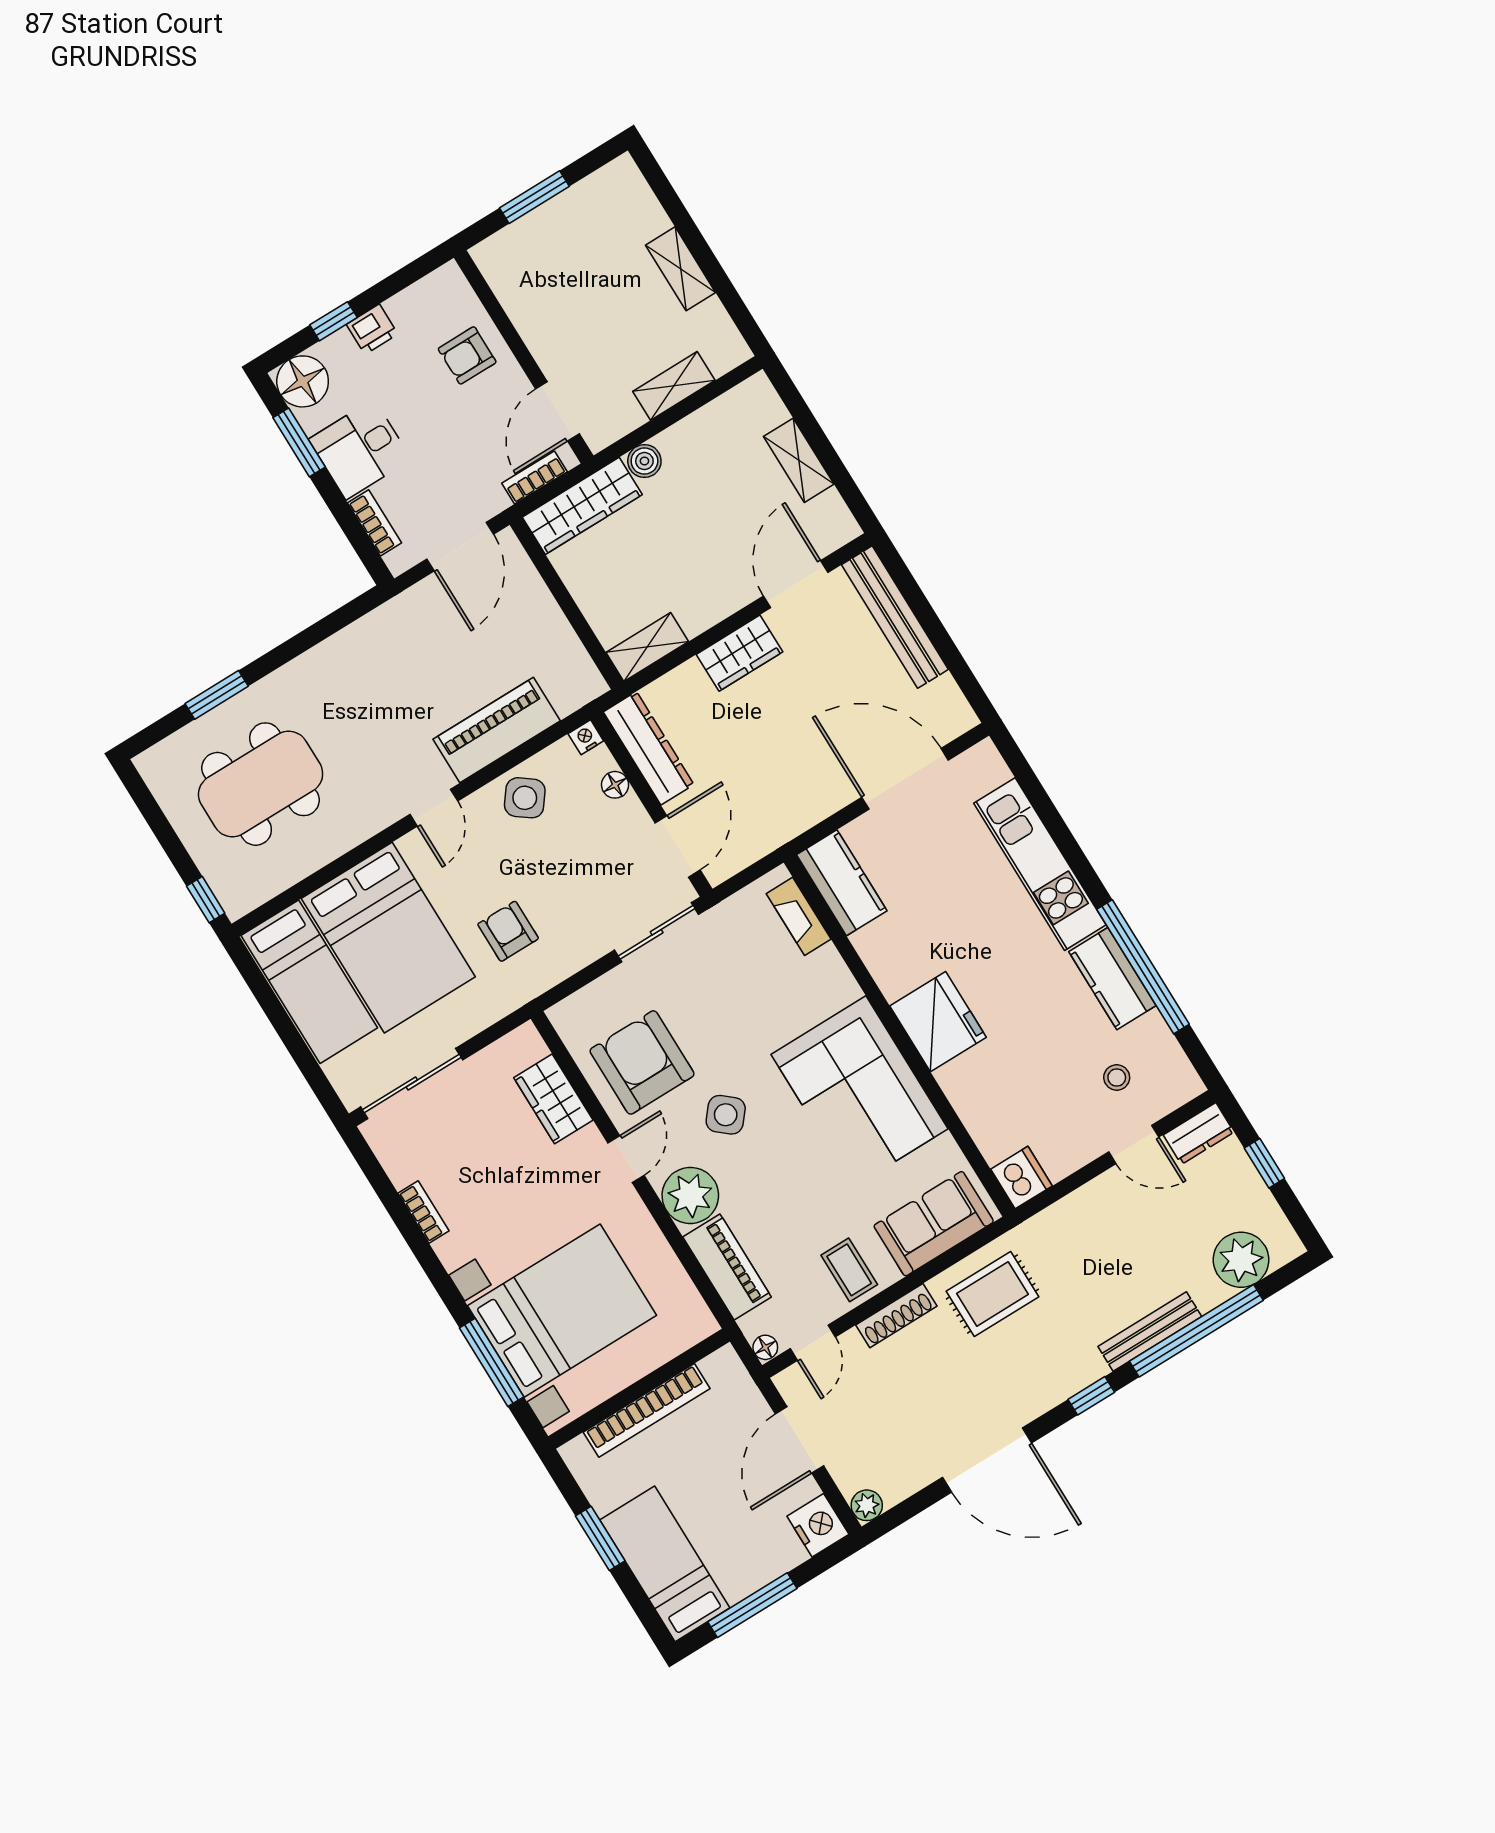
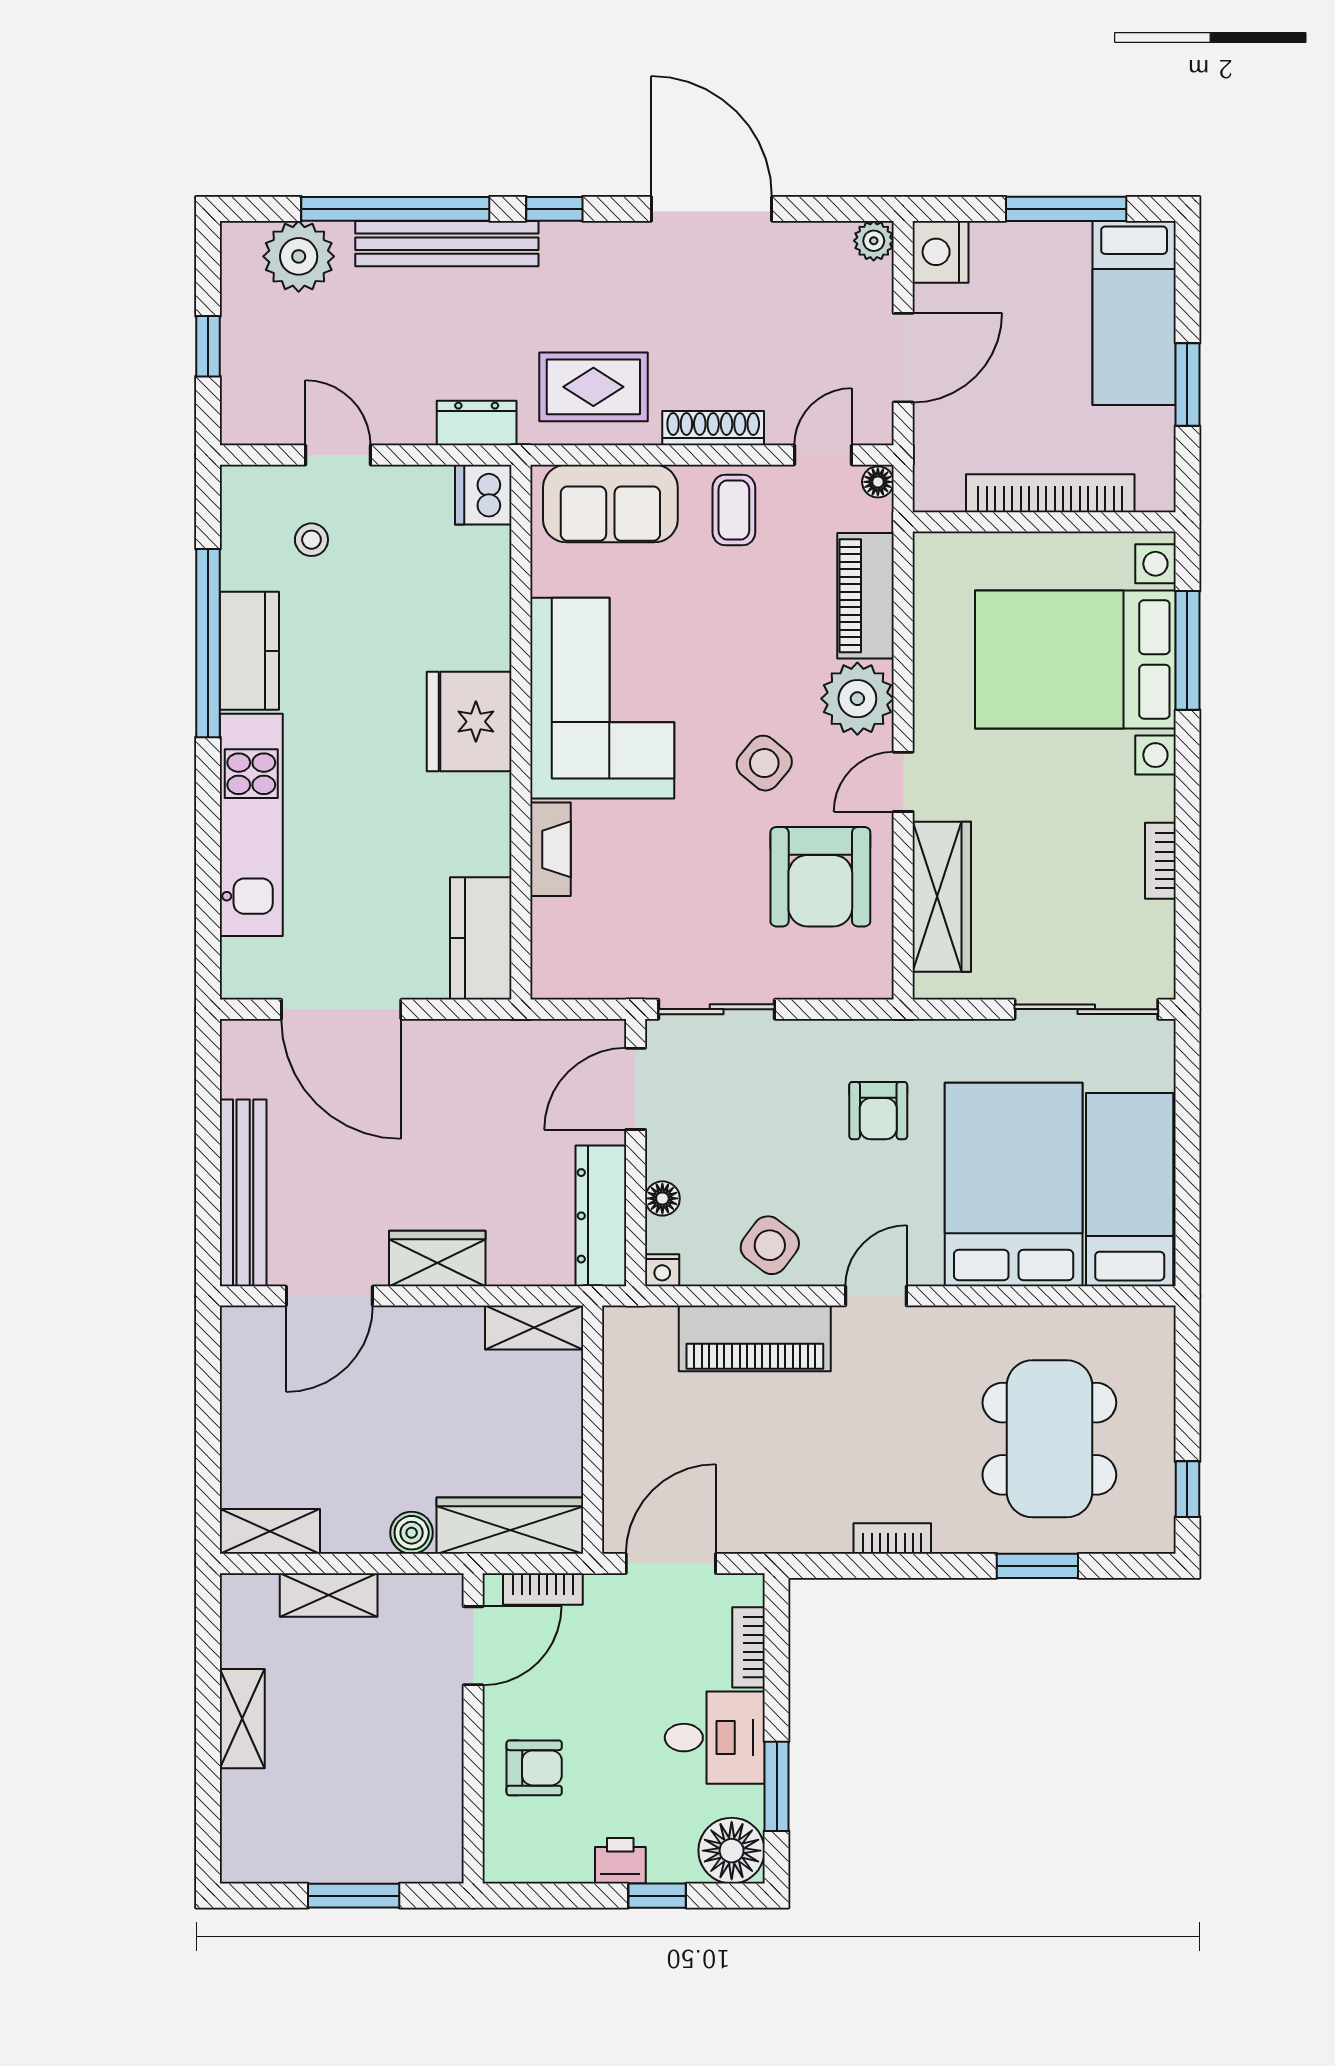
shelving: (799, 460) -> (270, 1531), moved, turned 90
bookcase: (324, 654) -> (892, 1539), added
dining table: (261, 784) -> (1049, 1439), turned 90
window: (206, 900) -> (1187, 1489), moved
fireplace: (799, 916) -> (550, 849), moved
wardrobe: (553, 1099) -> (942, 897), width x1.50
dresser: (1199, 1134) -> (477, 423), moved
bench: (1150, 1332) -> (447, 244), width x1.37, depth x1.21

